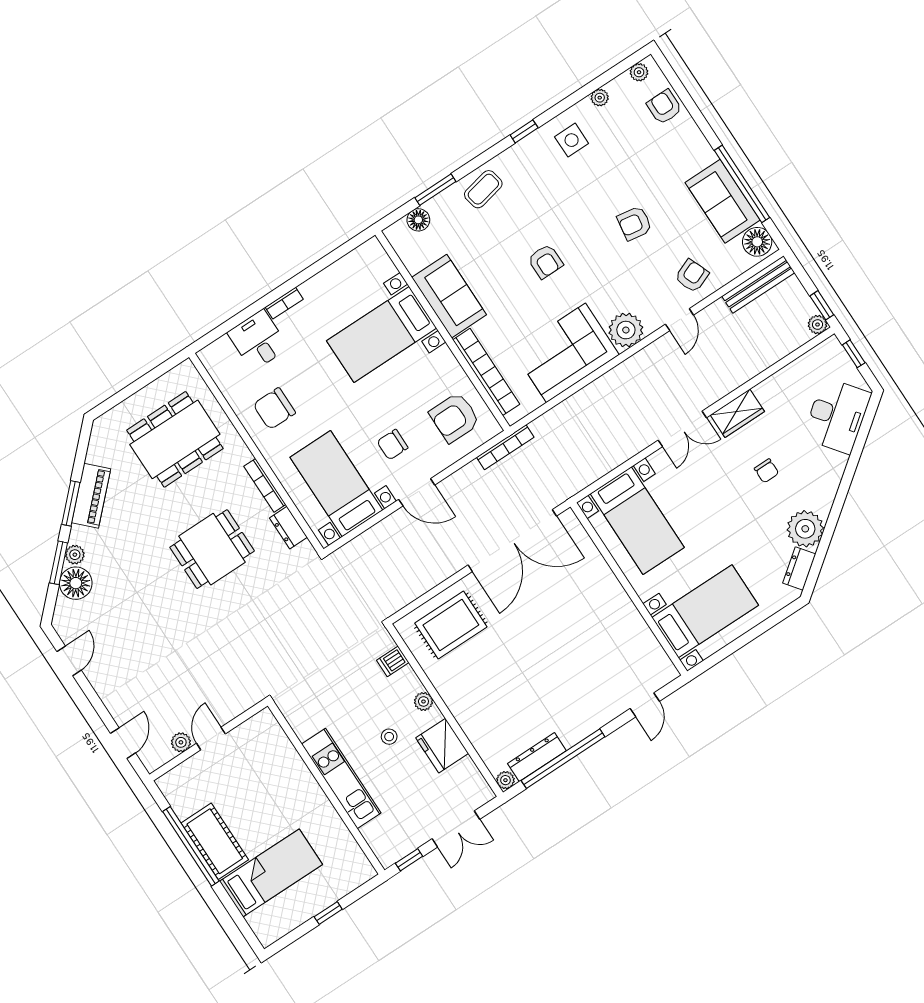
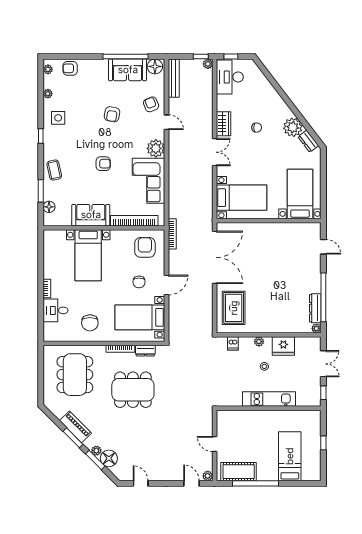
desk: (837, 416) -> (230, 77), moved, turned -143
armchair: (455, 418) -> (145, 247), turned 180
dining table: (212, 549) -> (133, 390), width x1.37
plant: (181, 742) -> (208, 476), moved
cot: (215, 841) -> (239, 472), moved

